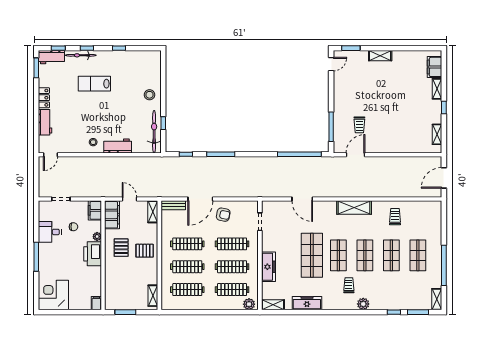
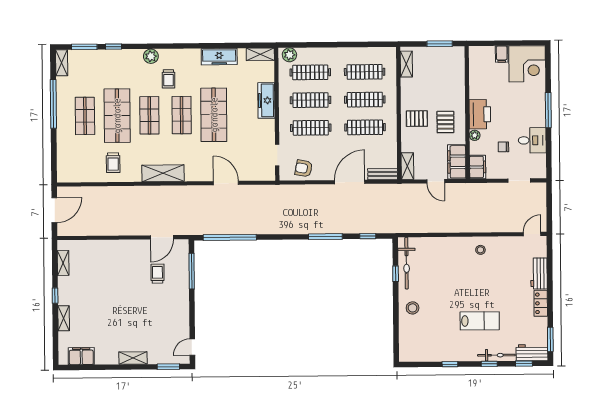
filing cabinet: (435, 67) -> (81, 356), moved, turned -90
workbench: (118, 146) -> (451, 245), removed
armchair: (223, 215) -> (304, 168), moved
shop shelf: (391, 255) -> (117, 116), width x1.43, depth x1.36
filing cabinet: (96, 303) -> (502, 54), moved

